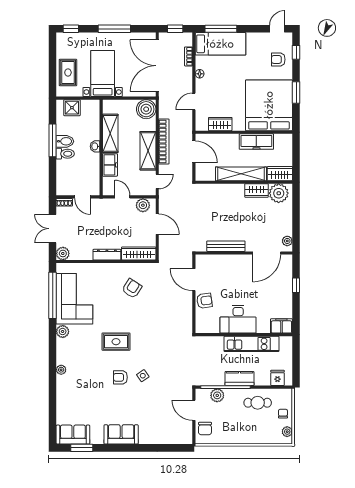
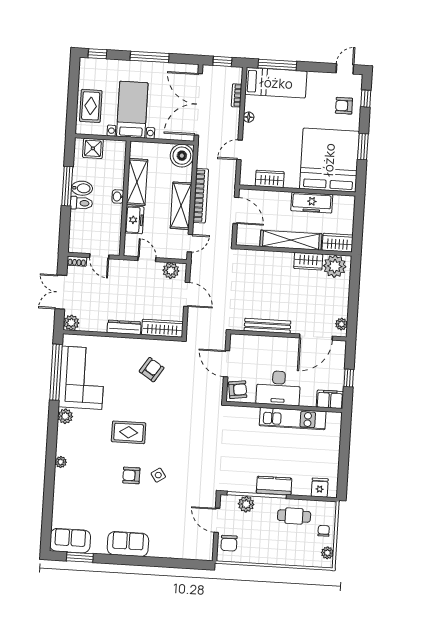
desk: (238, 319) -> (278, 388), moved
filing cabinet: (281, 326) -> (330, 399), moved
wall: (244, 335) -> (284, 407), moved
kitchen unit: (252, 344) -> (293, 419), moved

